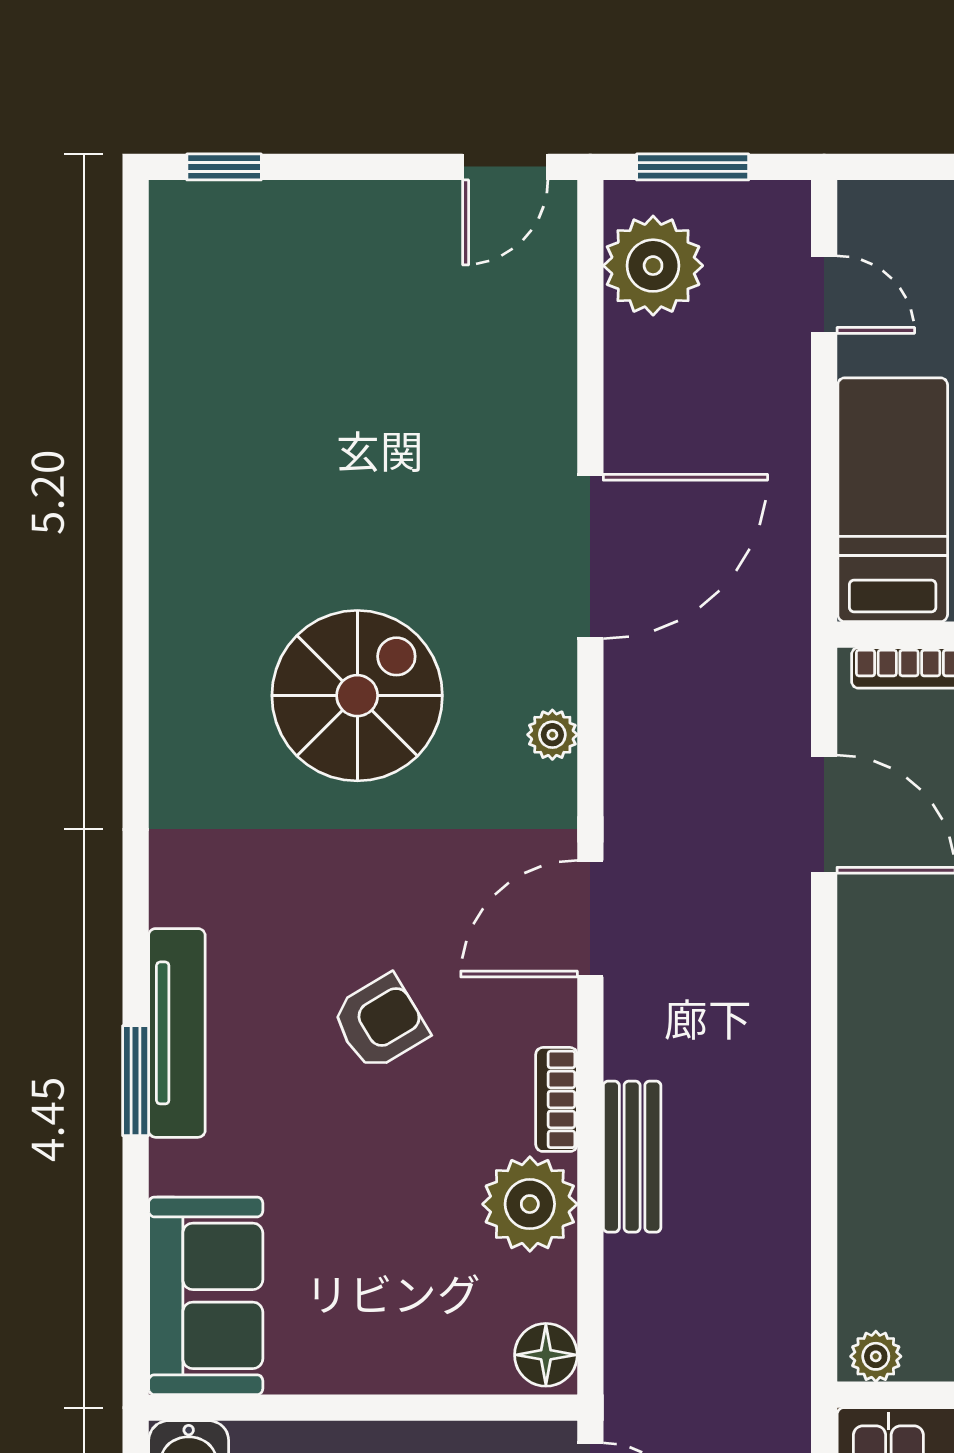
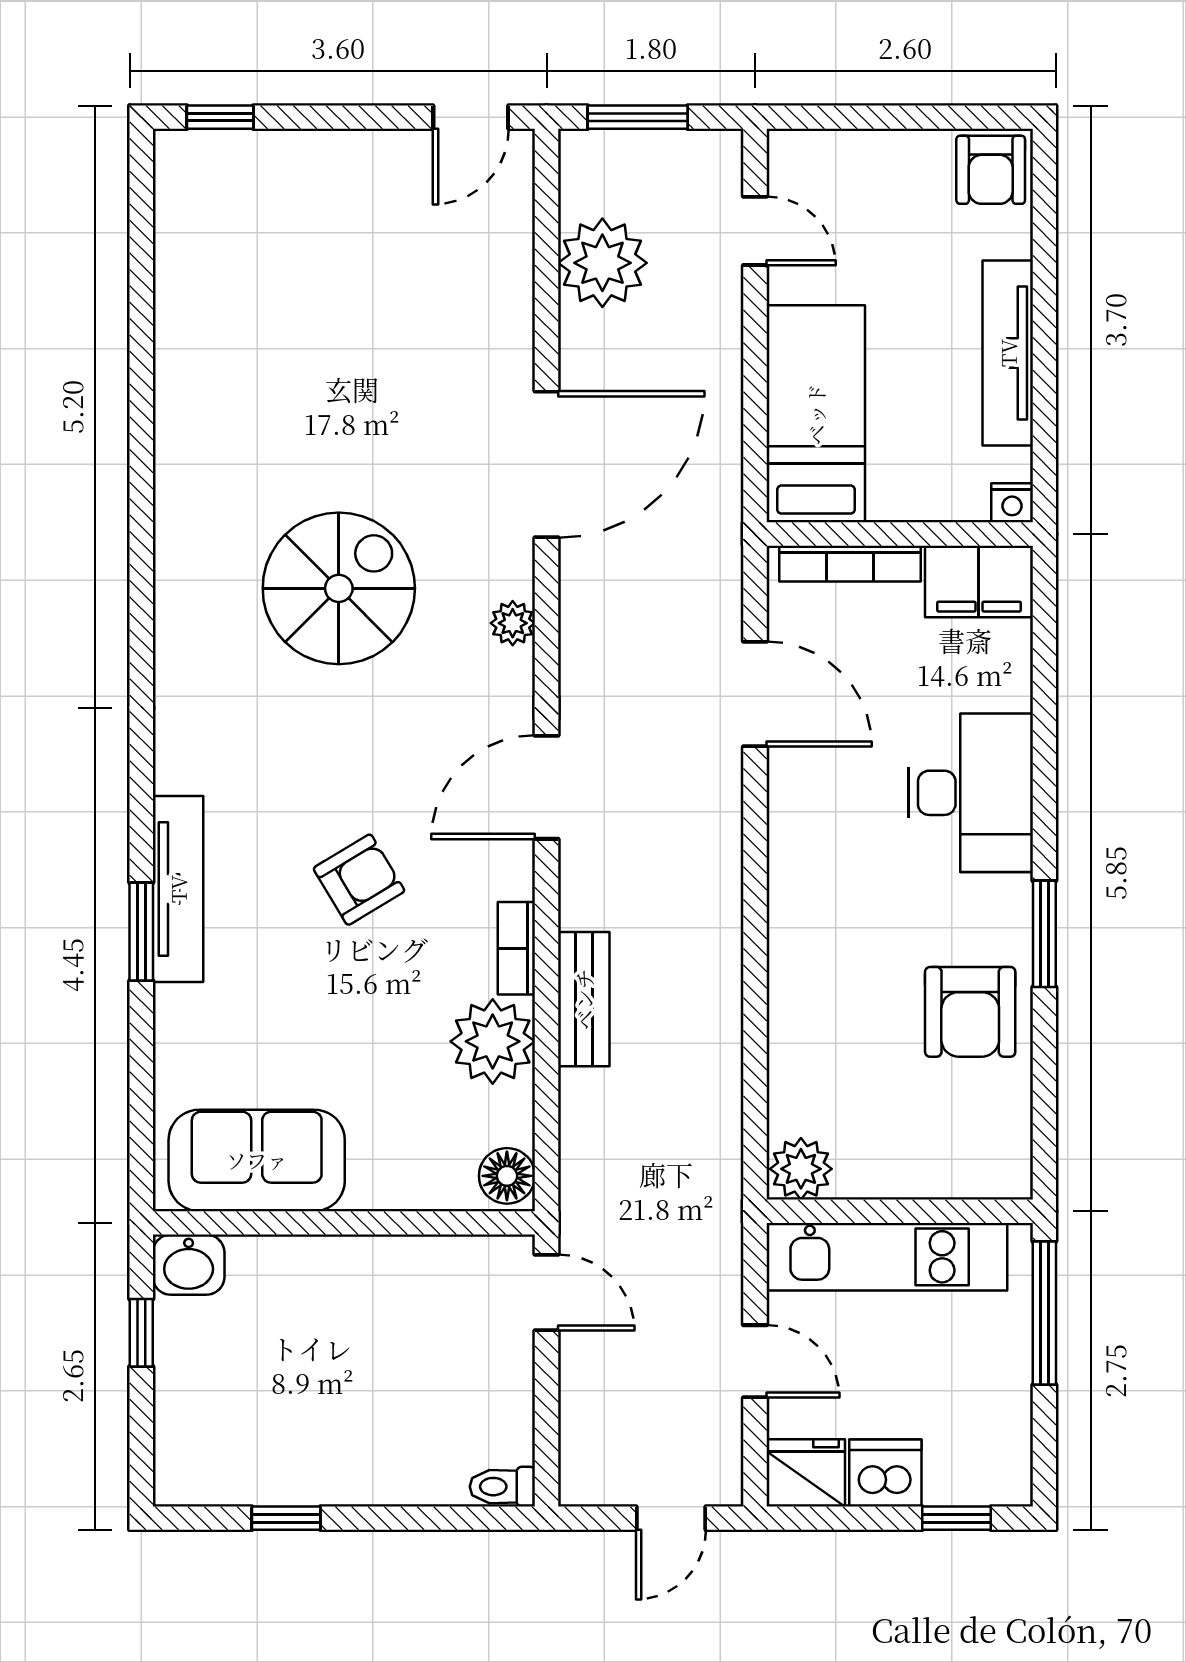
plant: (653, 266) -> (602, 263), moved
sofa: (206, 1296) -> (257, 1160), moved, turned -90
plant: (876, 1356) -> (801, 1169), width x1.38, depth x1.38

